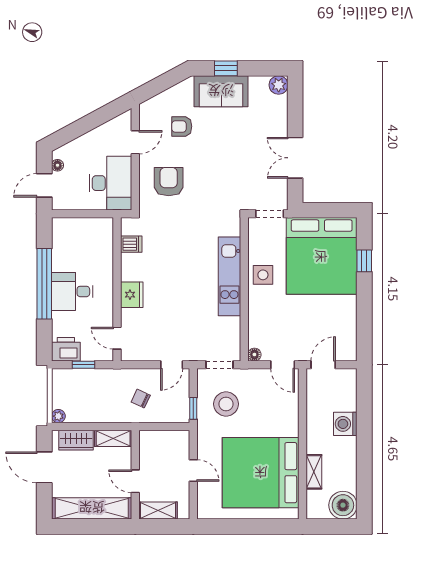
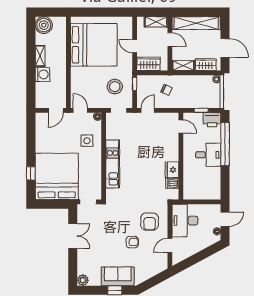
armchair: (182, 126) -> (132, 242), moved
side table: (263, 275) -> (87, 141), moved
window: (44, 284) -> (225, 144), moved
fridge: (132, 295) -> (172, 170), moved
wardrobe: (171, 441) -> (148, 64), added
shelving: (314, 472) -> (40, 56), moved

